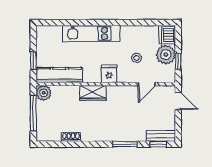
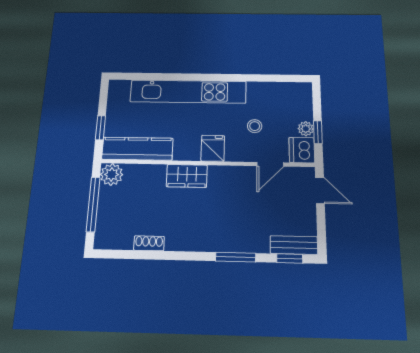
kitchen unit: (91, 33) -> (188, 92), width x1.36
dishwasher: (167, 35) -> (302, 150), moved
plant: (166, 55) -> (306, 129), width x0.53, depth x0.53

